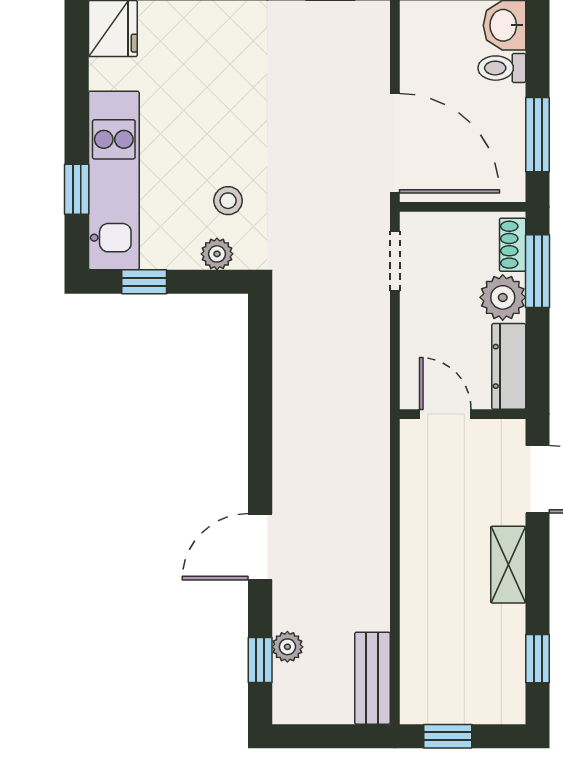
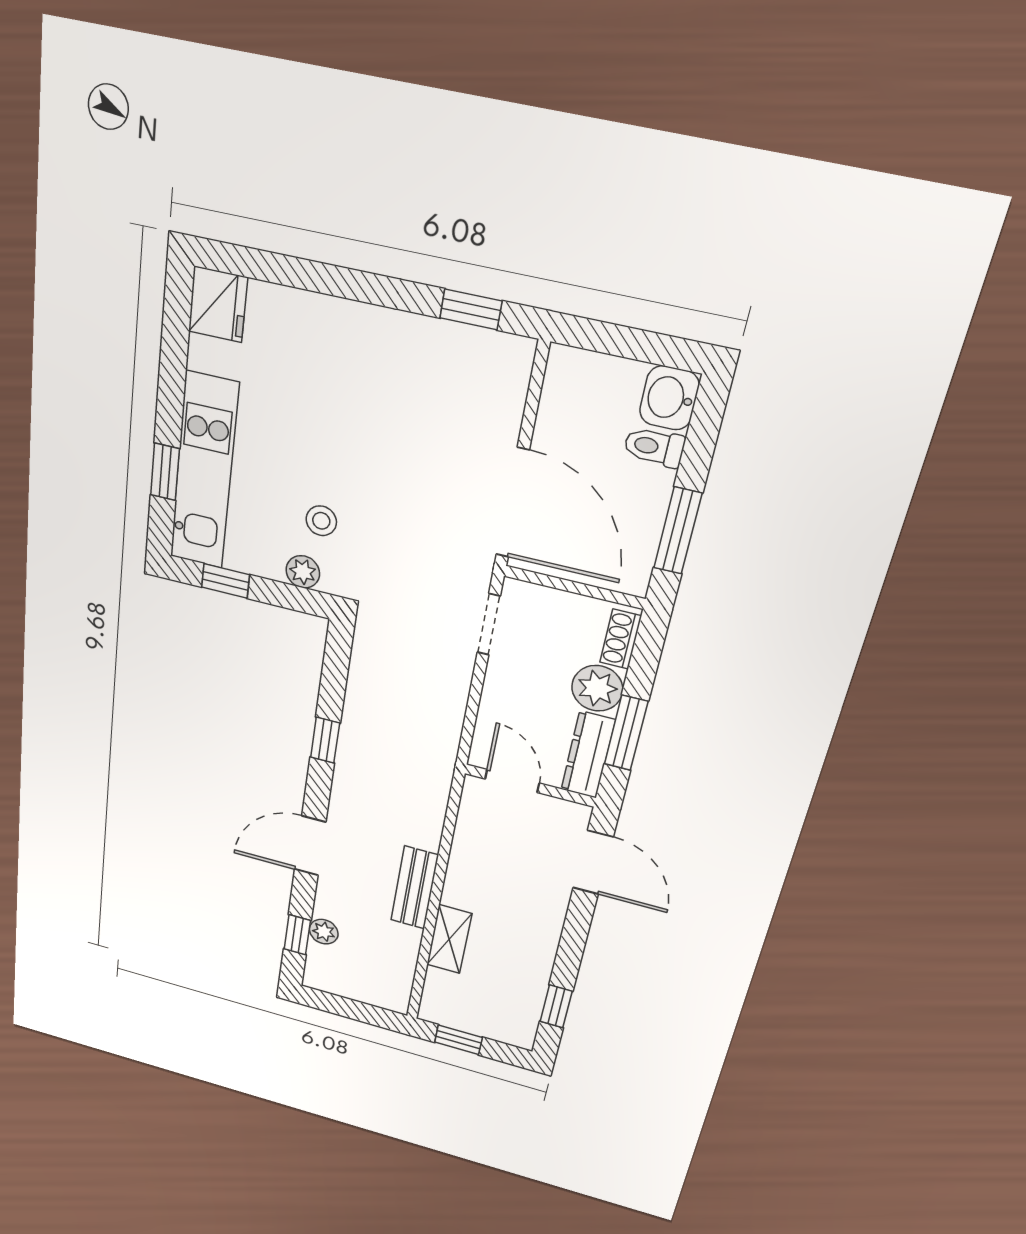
window: (538, 271) -> (626, 733), moved
window: (260, 422) -> (325, 740), added
shelving: (508, 565) -> (449, 939), moved
bench: (372, 678) -> (415, 888), moved

